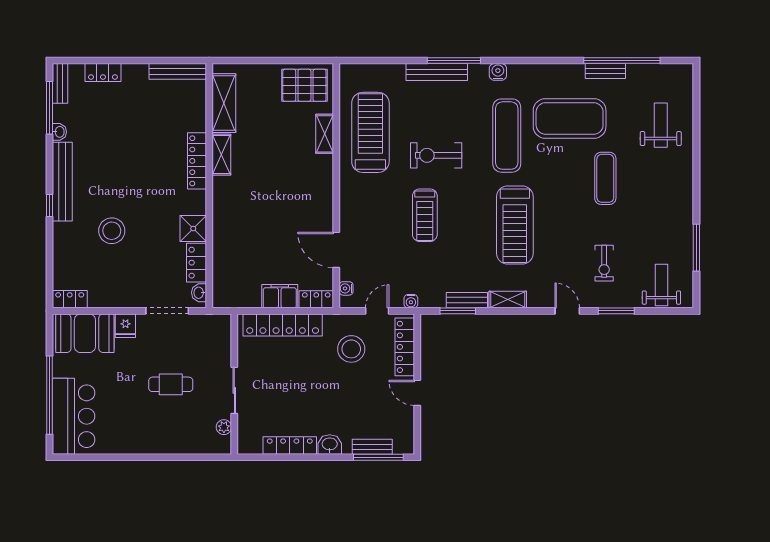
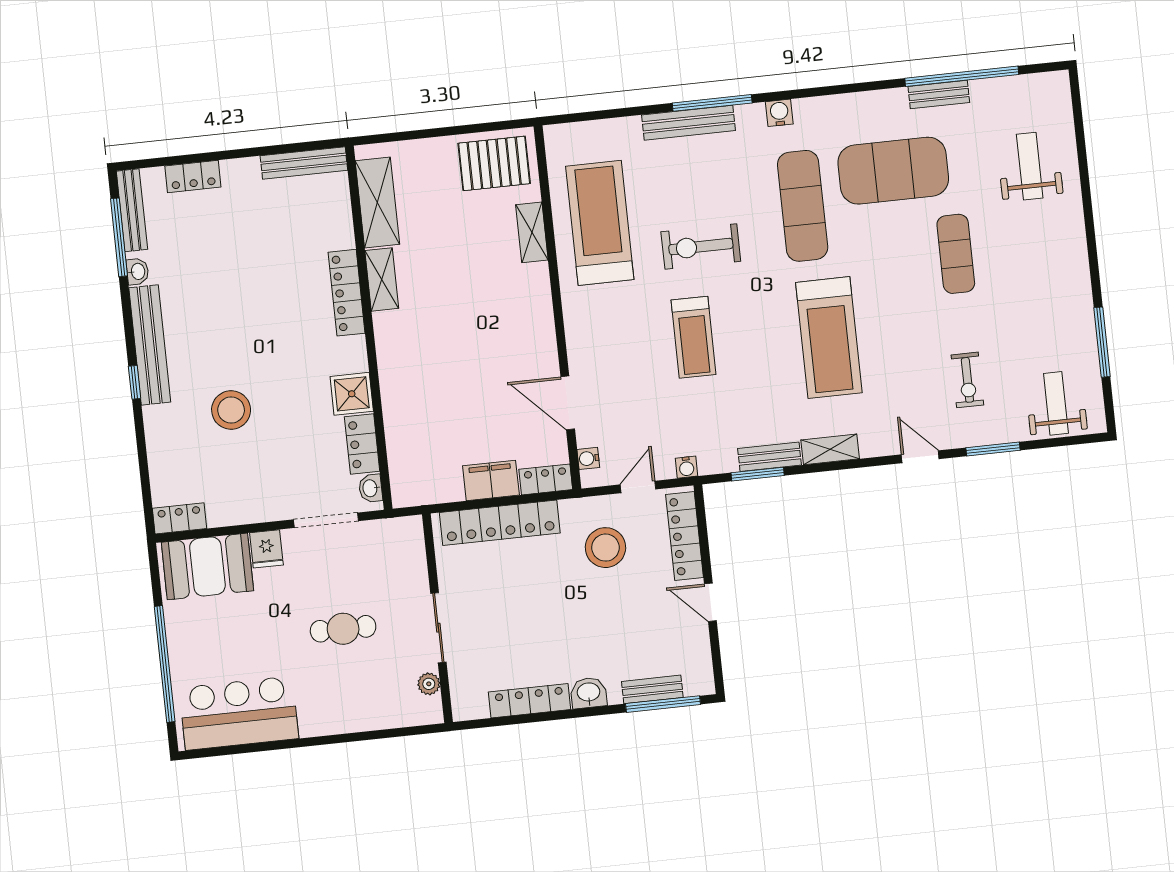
bench: (60, 83) -> (132, 210), width x1.36
bar counter: (74, 416) -> (239, 713), moved, turned -90

